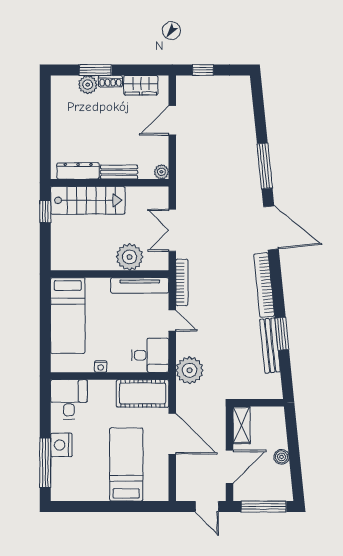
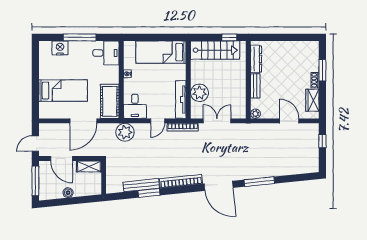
plant: (88, 85) -> (313, 65), removed
stairs: (88, 200) -> (215, 50), moved, turned -90
door: (271, 228) -> (219, 186), hinge flipped
nightstand: (61, 445) -> (60, 48), moved
window: (45, 463) -> (80, 37), moved

